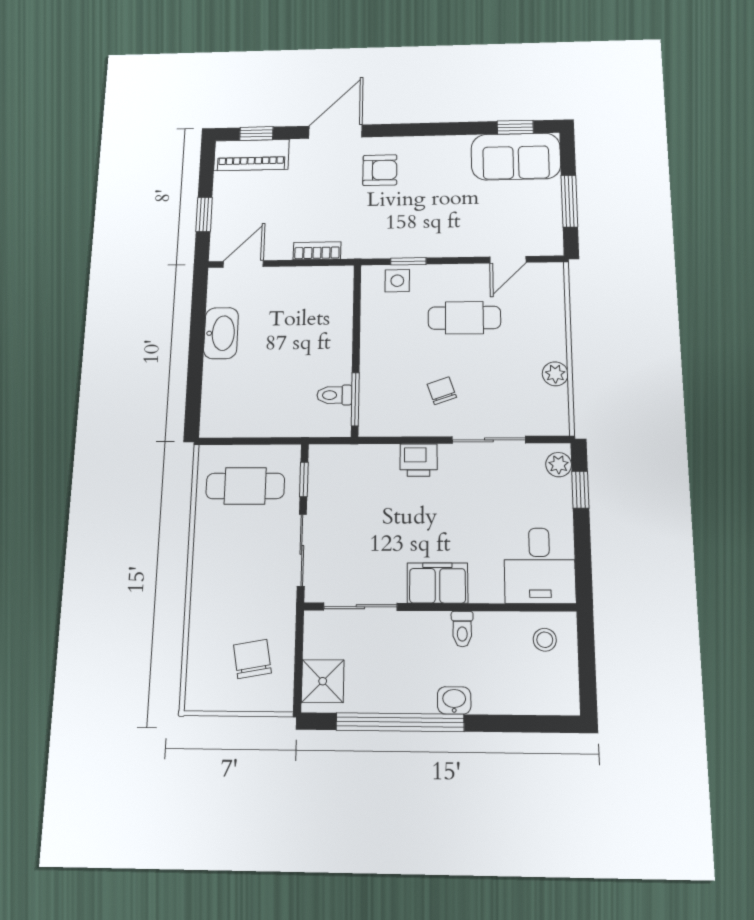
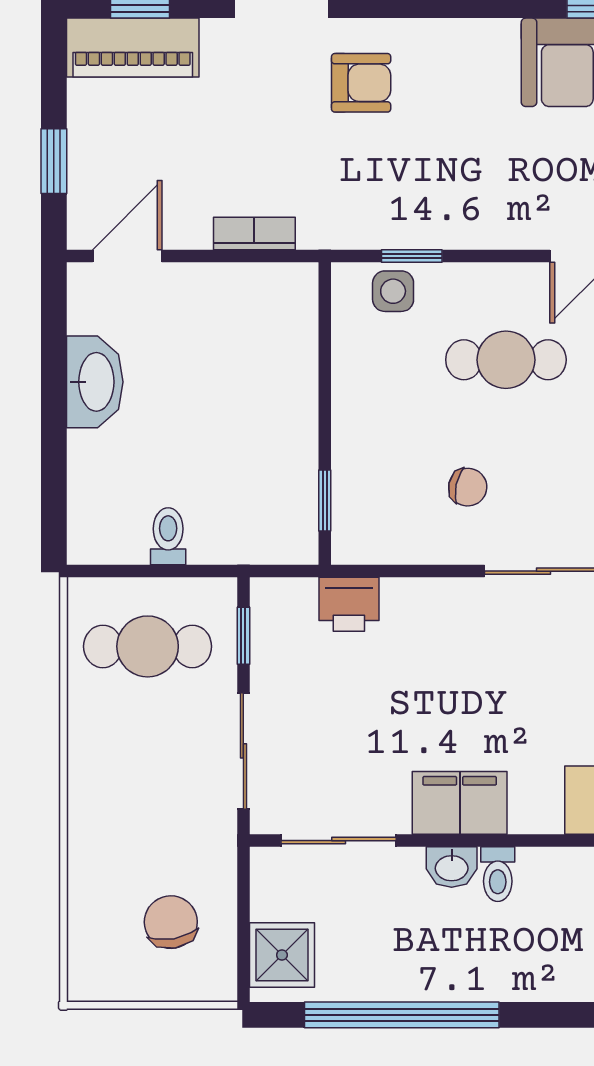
chair: (442, 391) -> (468, 487), turned 121
toilet: (334, 395) -> (168, 536), moved, turned 90
window: (355, 399) -> (325, 500), width x0.67
printer: (419, 460) -> (349, 604), moved
washbasin: (454, 700) -> (452, 867), moved, turned 180

